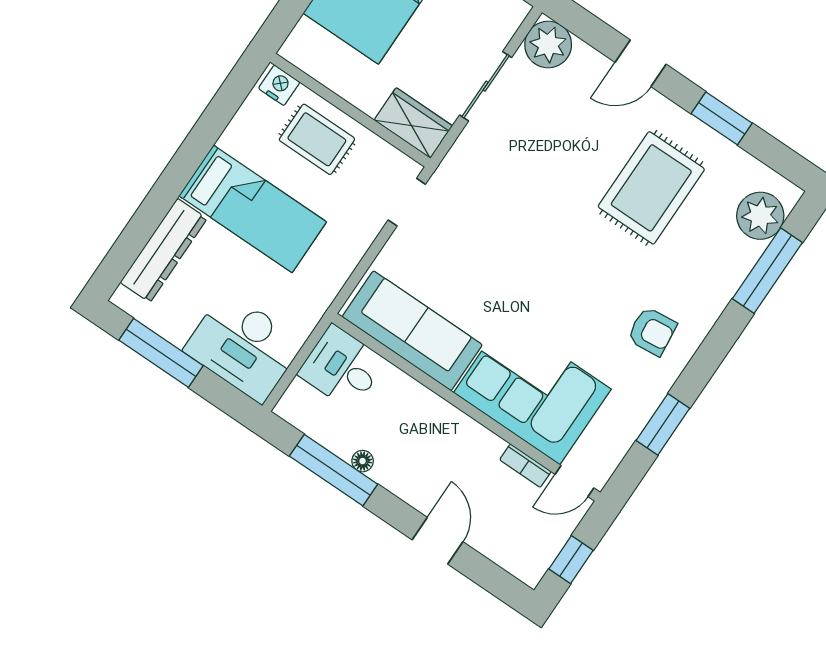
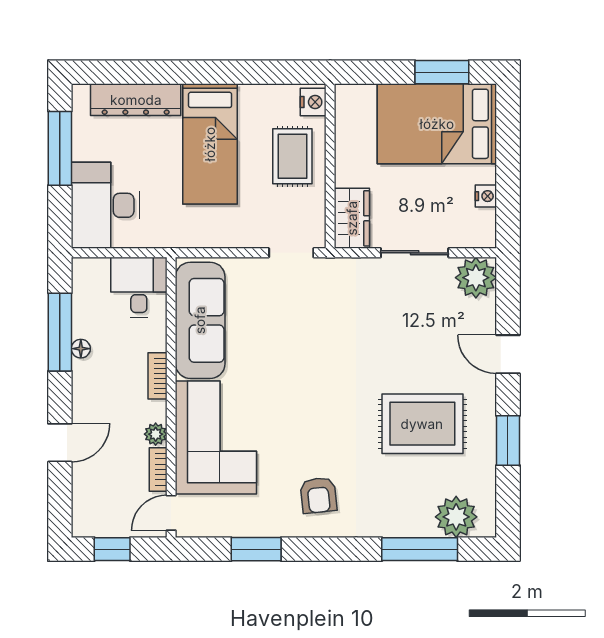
bookcase: (437, 406) -> (158, 376), added
plant: (491, 445) -> (156, 434), added
door: (575, 481) -> (171, 513), hinge flipped

